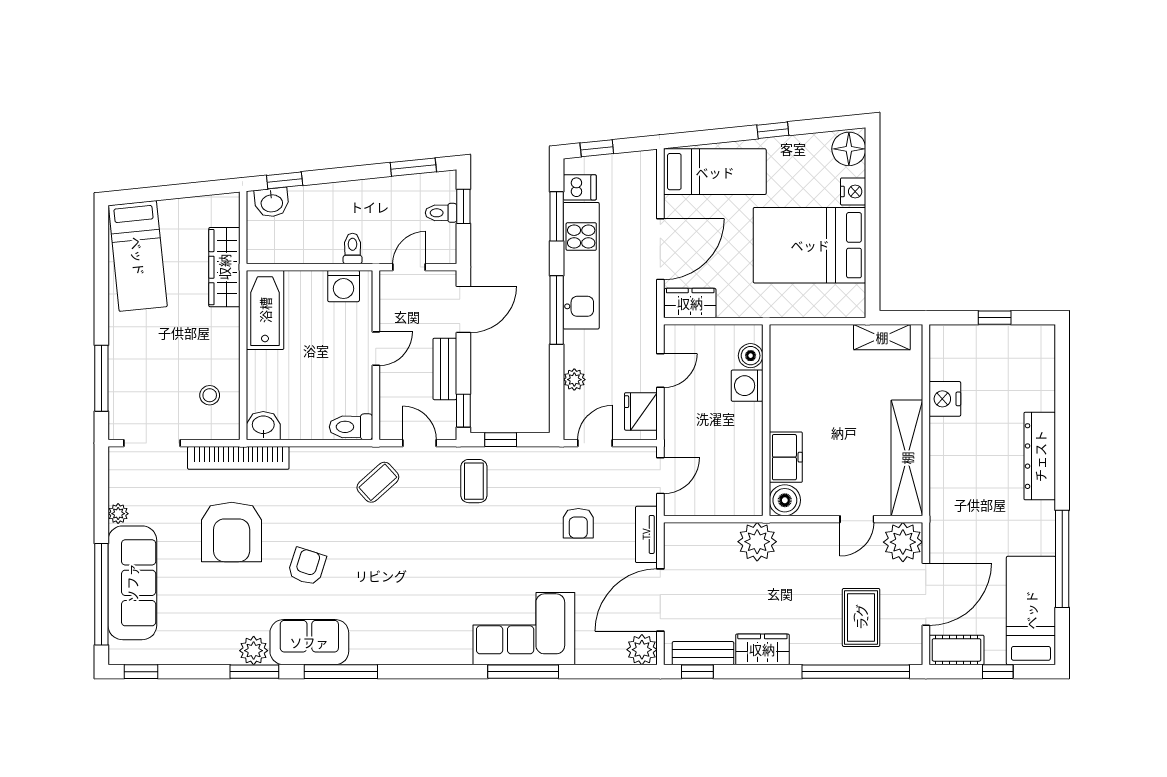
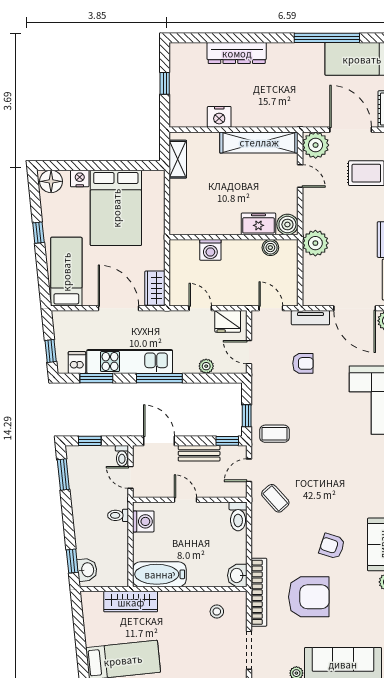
toilet: (441, 213) -> (122, 456), moved
boiler: (751, 356) -> (270, 248), moved
dresser: (1040, 456) -> (237, 53), moved

